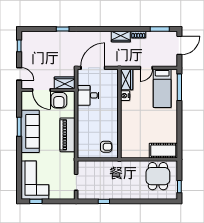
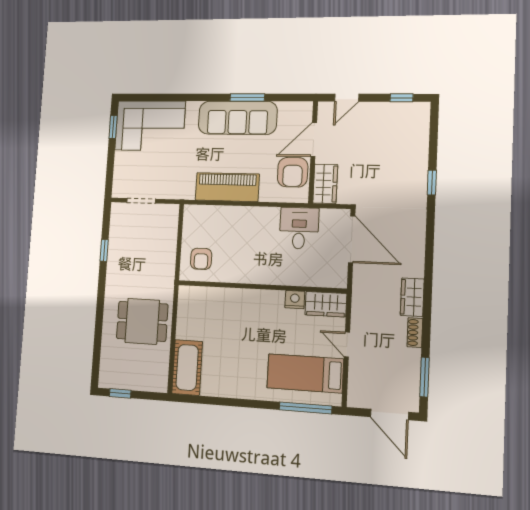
armchair: (59, 100) -> (293, 172), turned -90
dining table: (158, 176) -> (142, 321), moved

